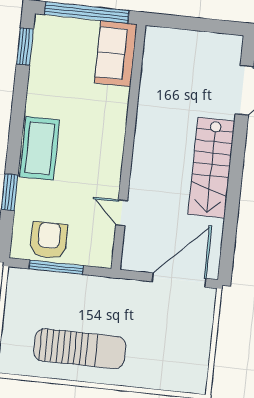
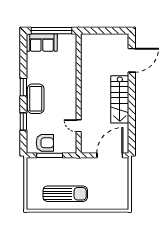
window: (25, 46) -> (23, 87), moved
sofa: (116, 54) -> (42, 43), moved, turned -90
armchair: (49, 240) -> (45, 143), turned 90

